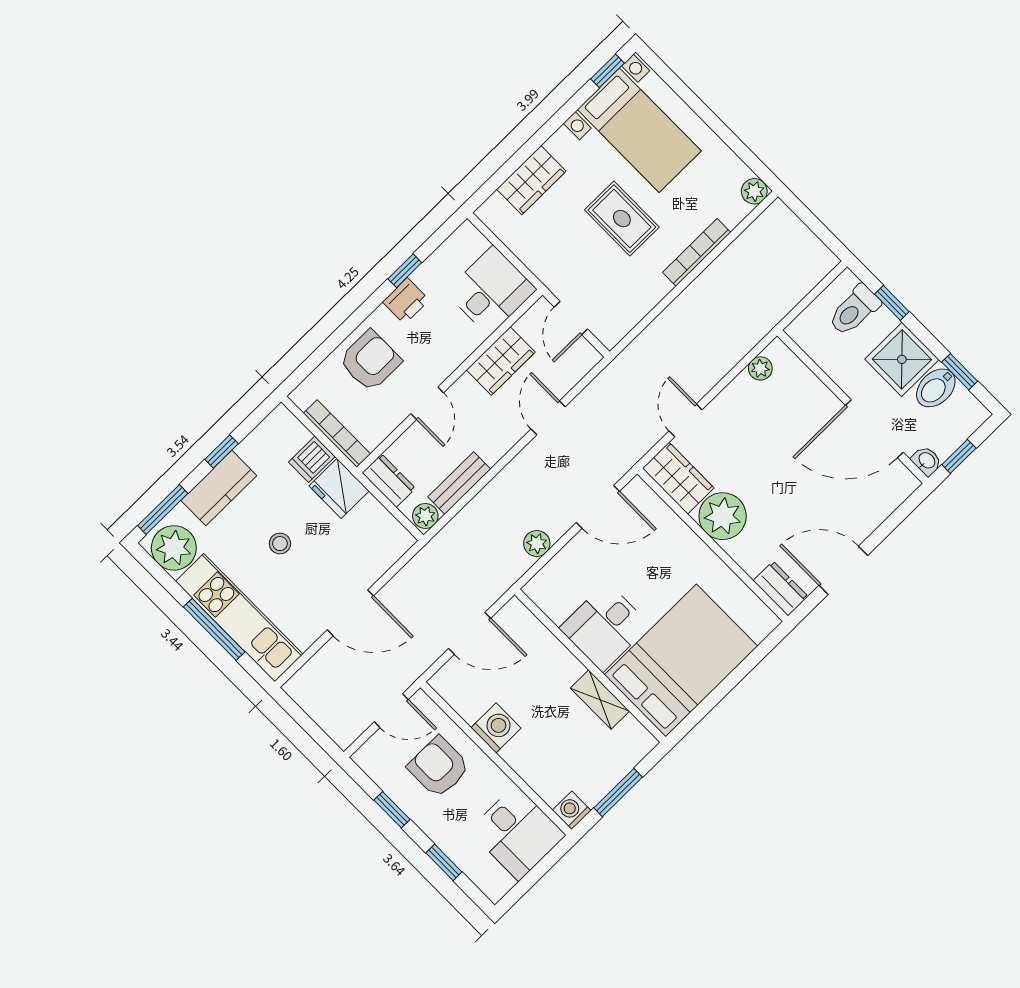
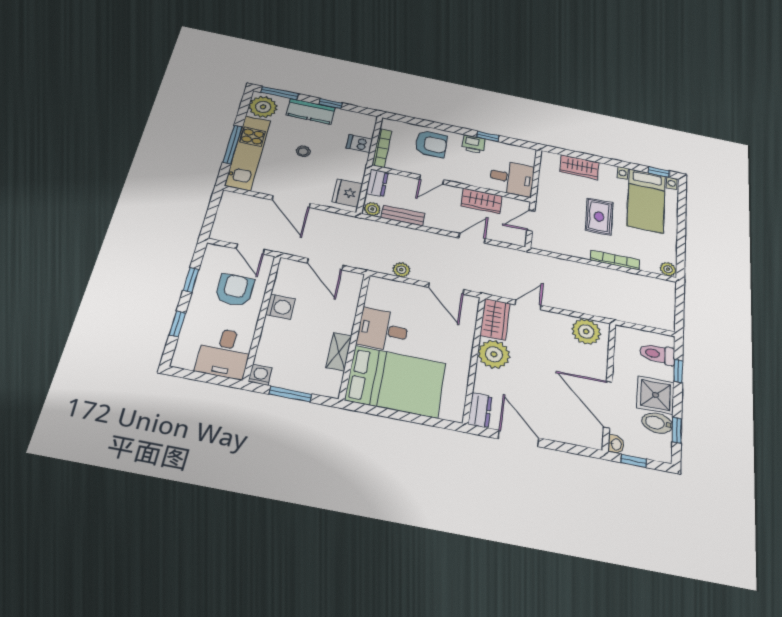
plant: (760, 368) -> (586, 331), width x1.87, depth x1.87
fridge: (339, 488) -> (347, 193), moved

